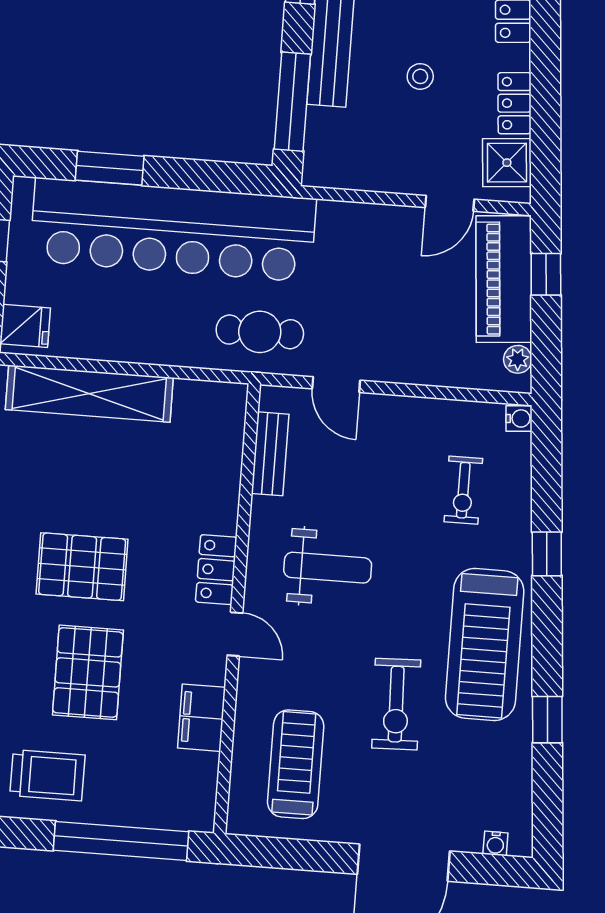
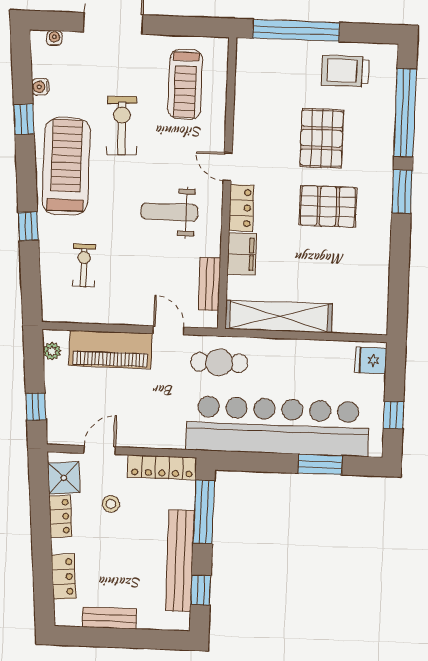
stool: (420, 76) -> (111, 504), moved
locker: (354, 173) -> (162, 467), added
piano: (504, 279) -> (110, 349), moved, turned 95
shelving: (89, 394) -> (279, 316), moved
water cooler: (519, 418) -> (40, 87), moved
filing cabinet: (201, 718) -> (242, 254), moved

